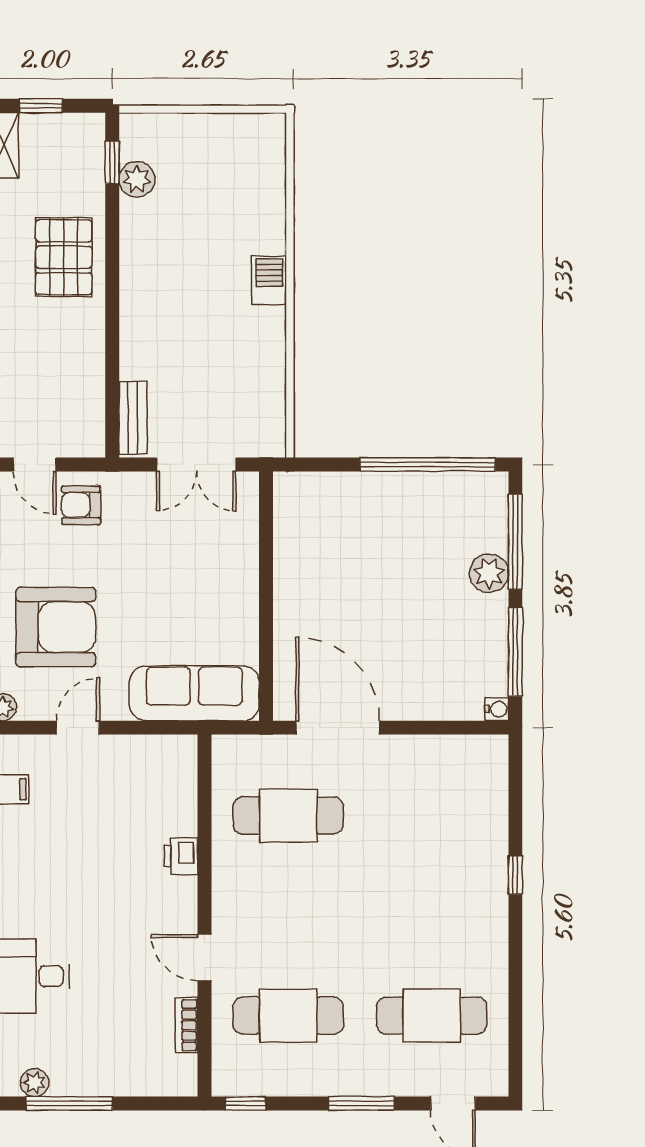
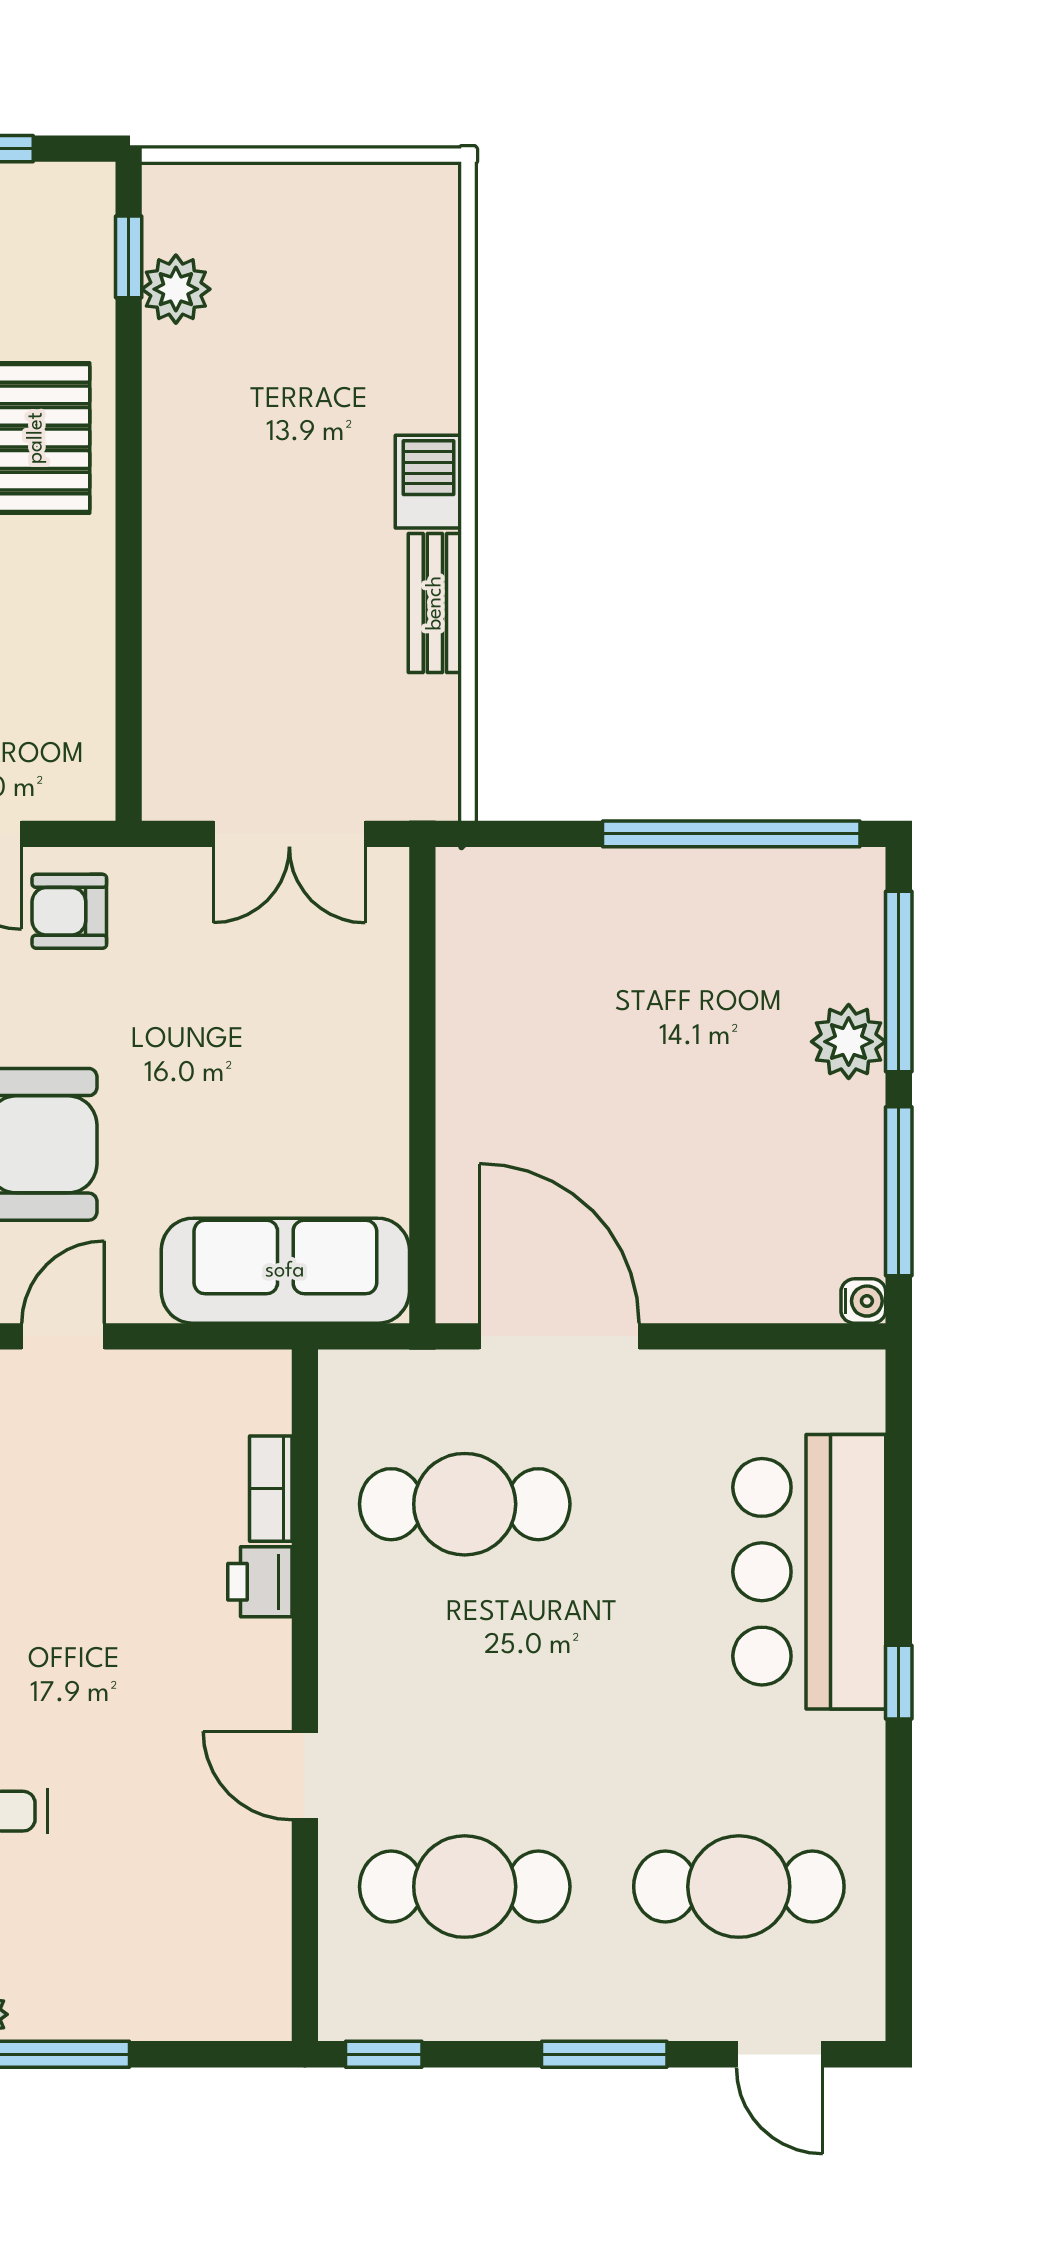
bench: (133, 418) -> (435, 603), moved
bar counter: (469, 851) -> (809, 1572), added
window: (515, 875) -> (899, 1682), moved
bookcase: (187, 1025) -> (271, 1489), moved

